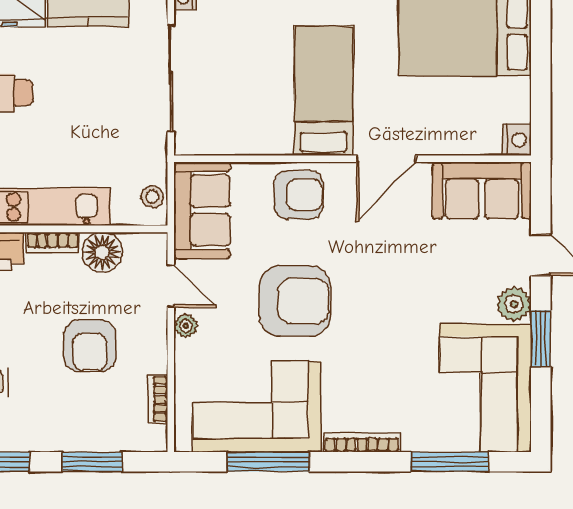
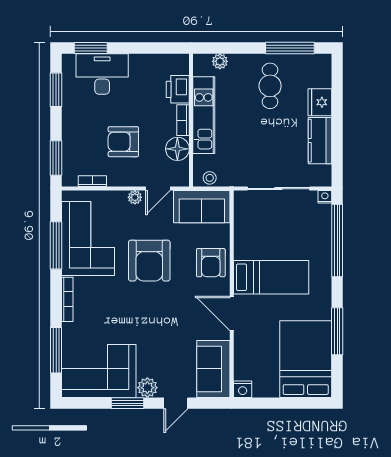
window: (92, 462) -> (56, 158), moved

